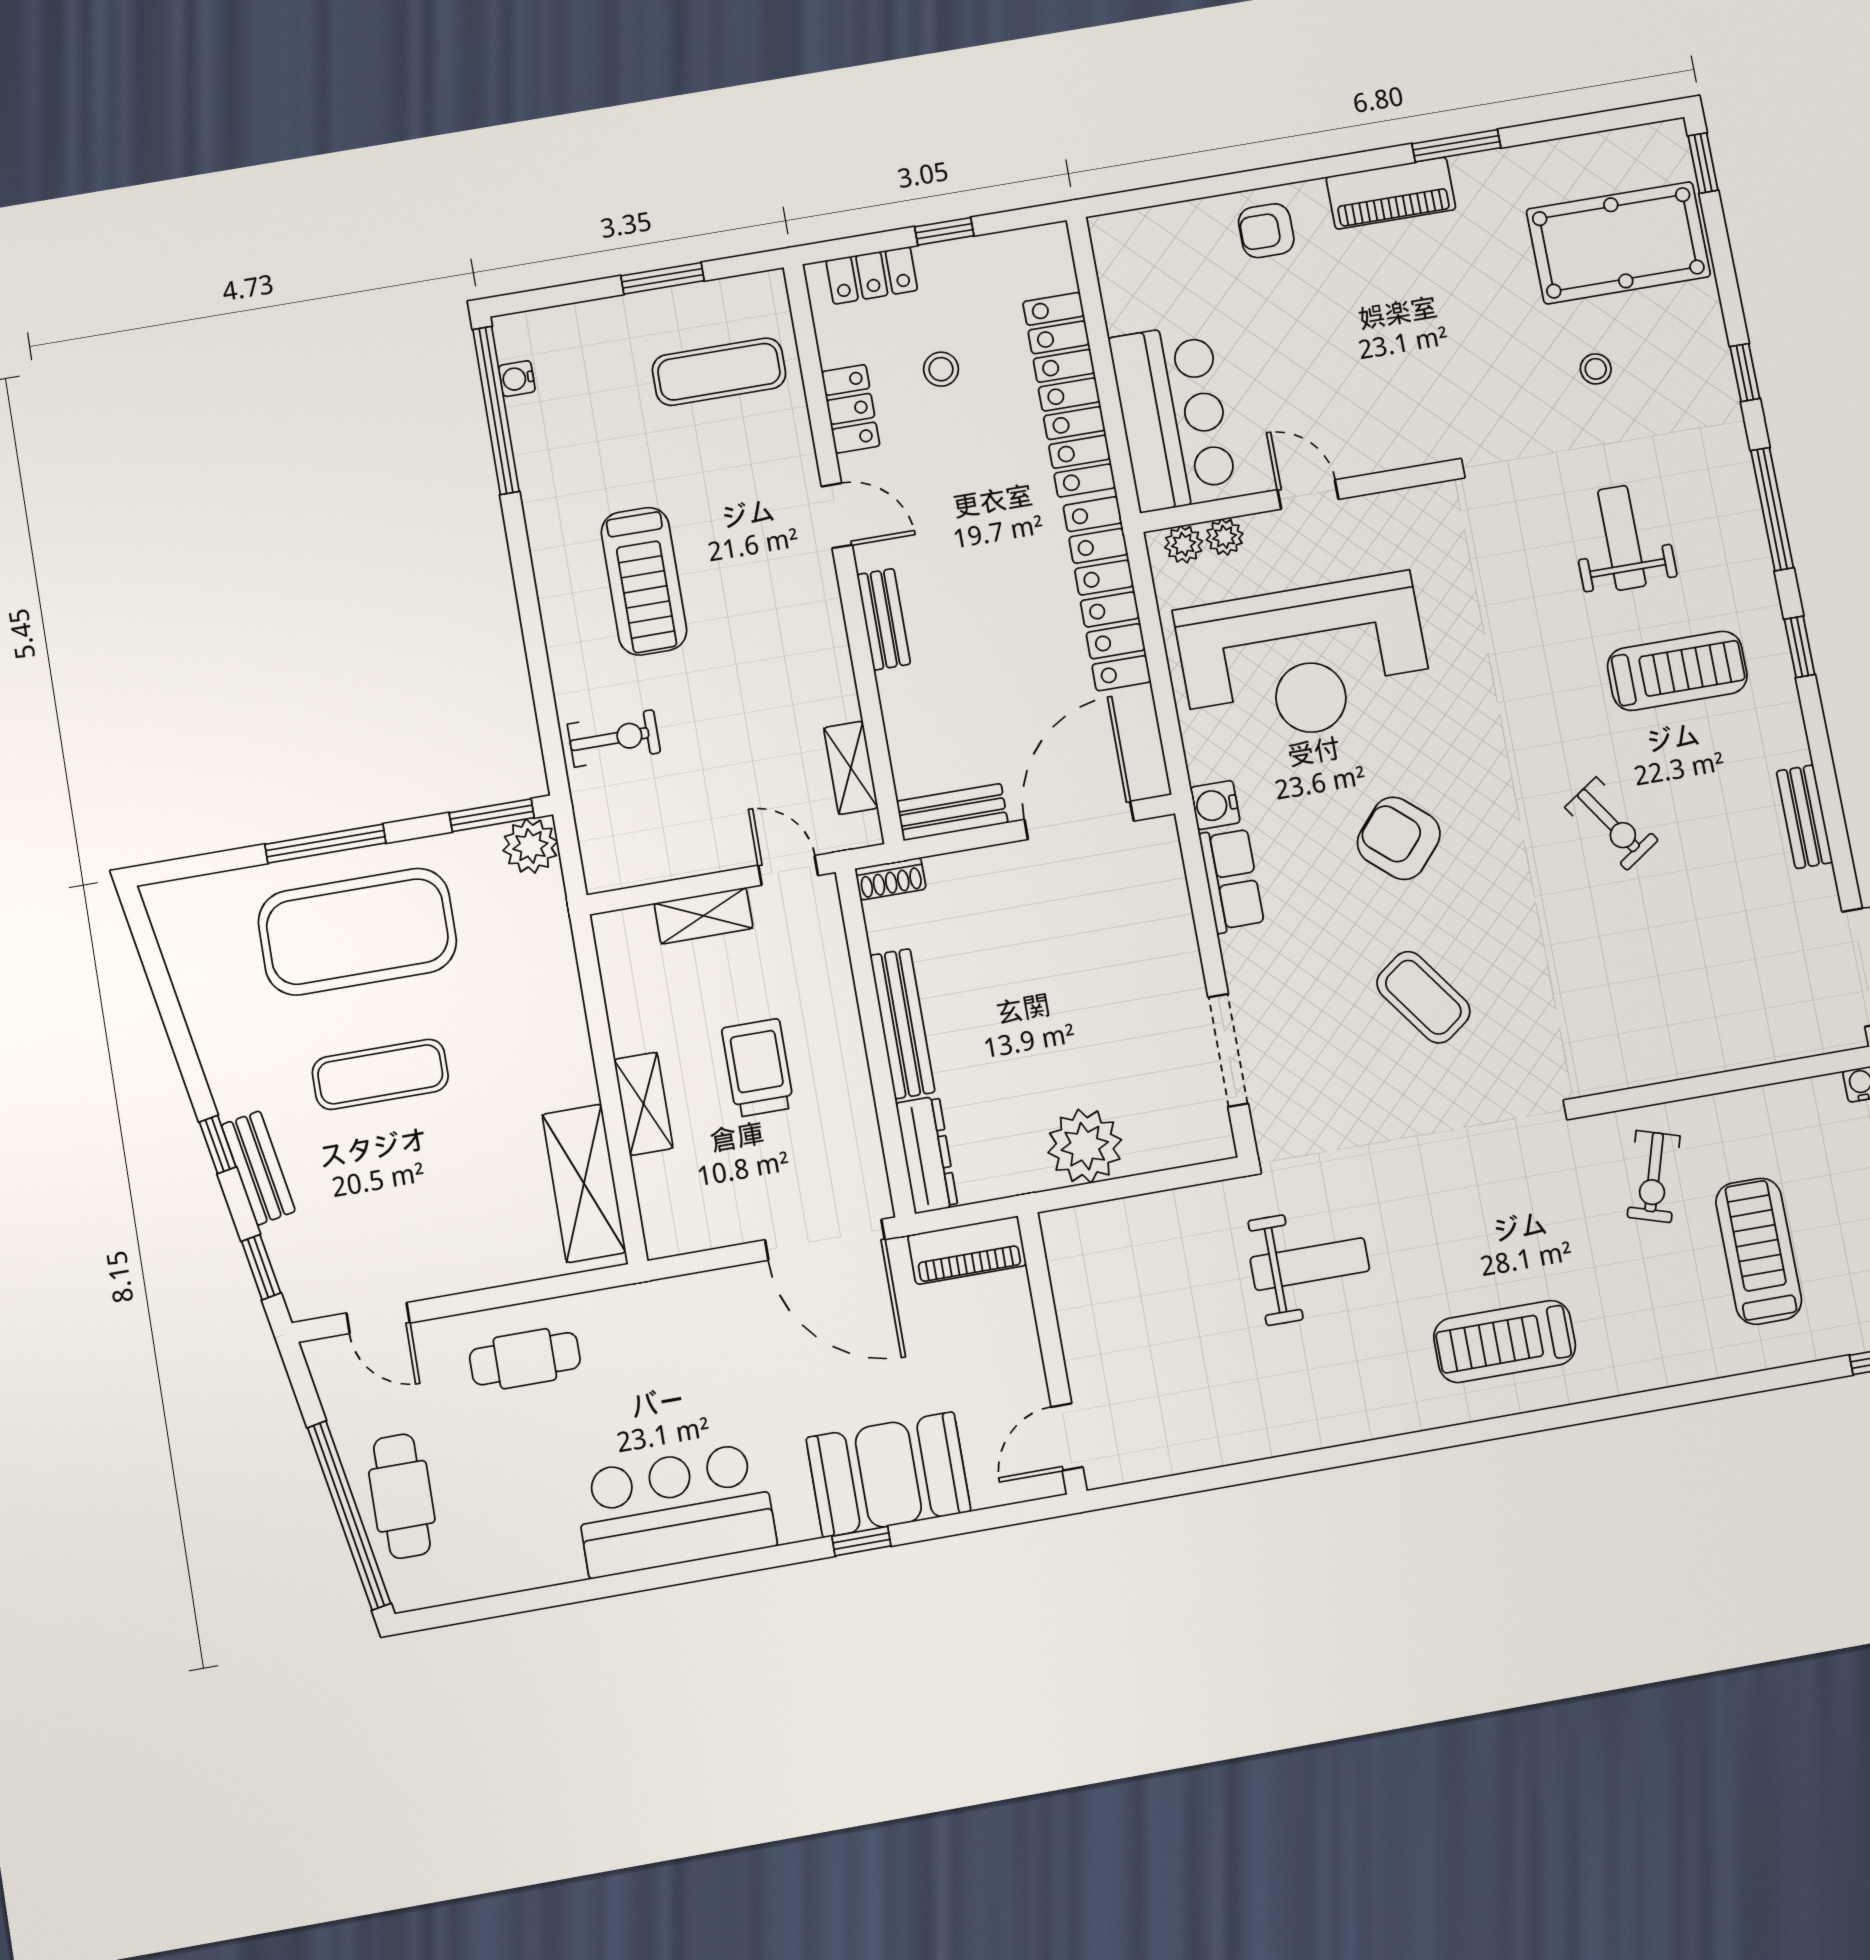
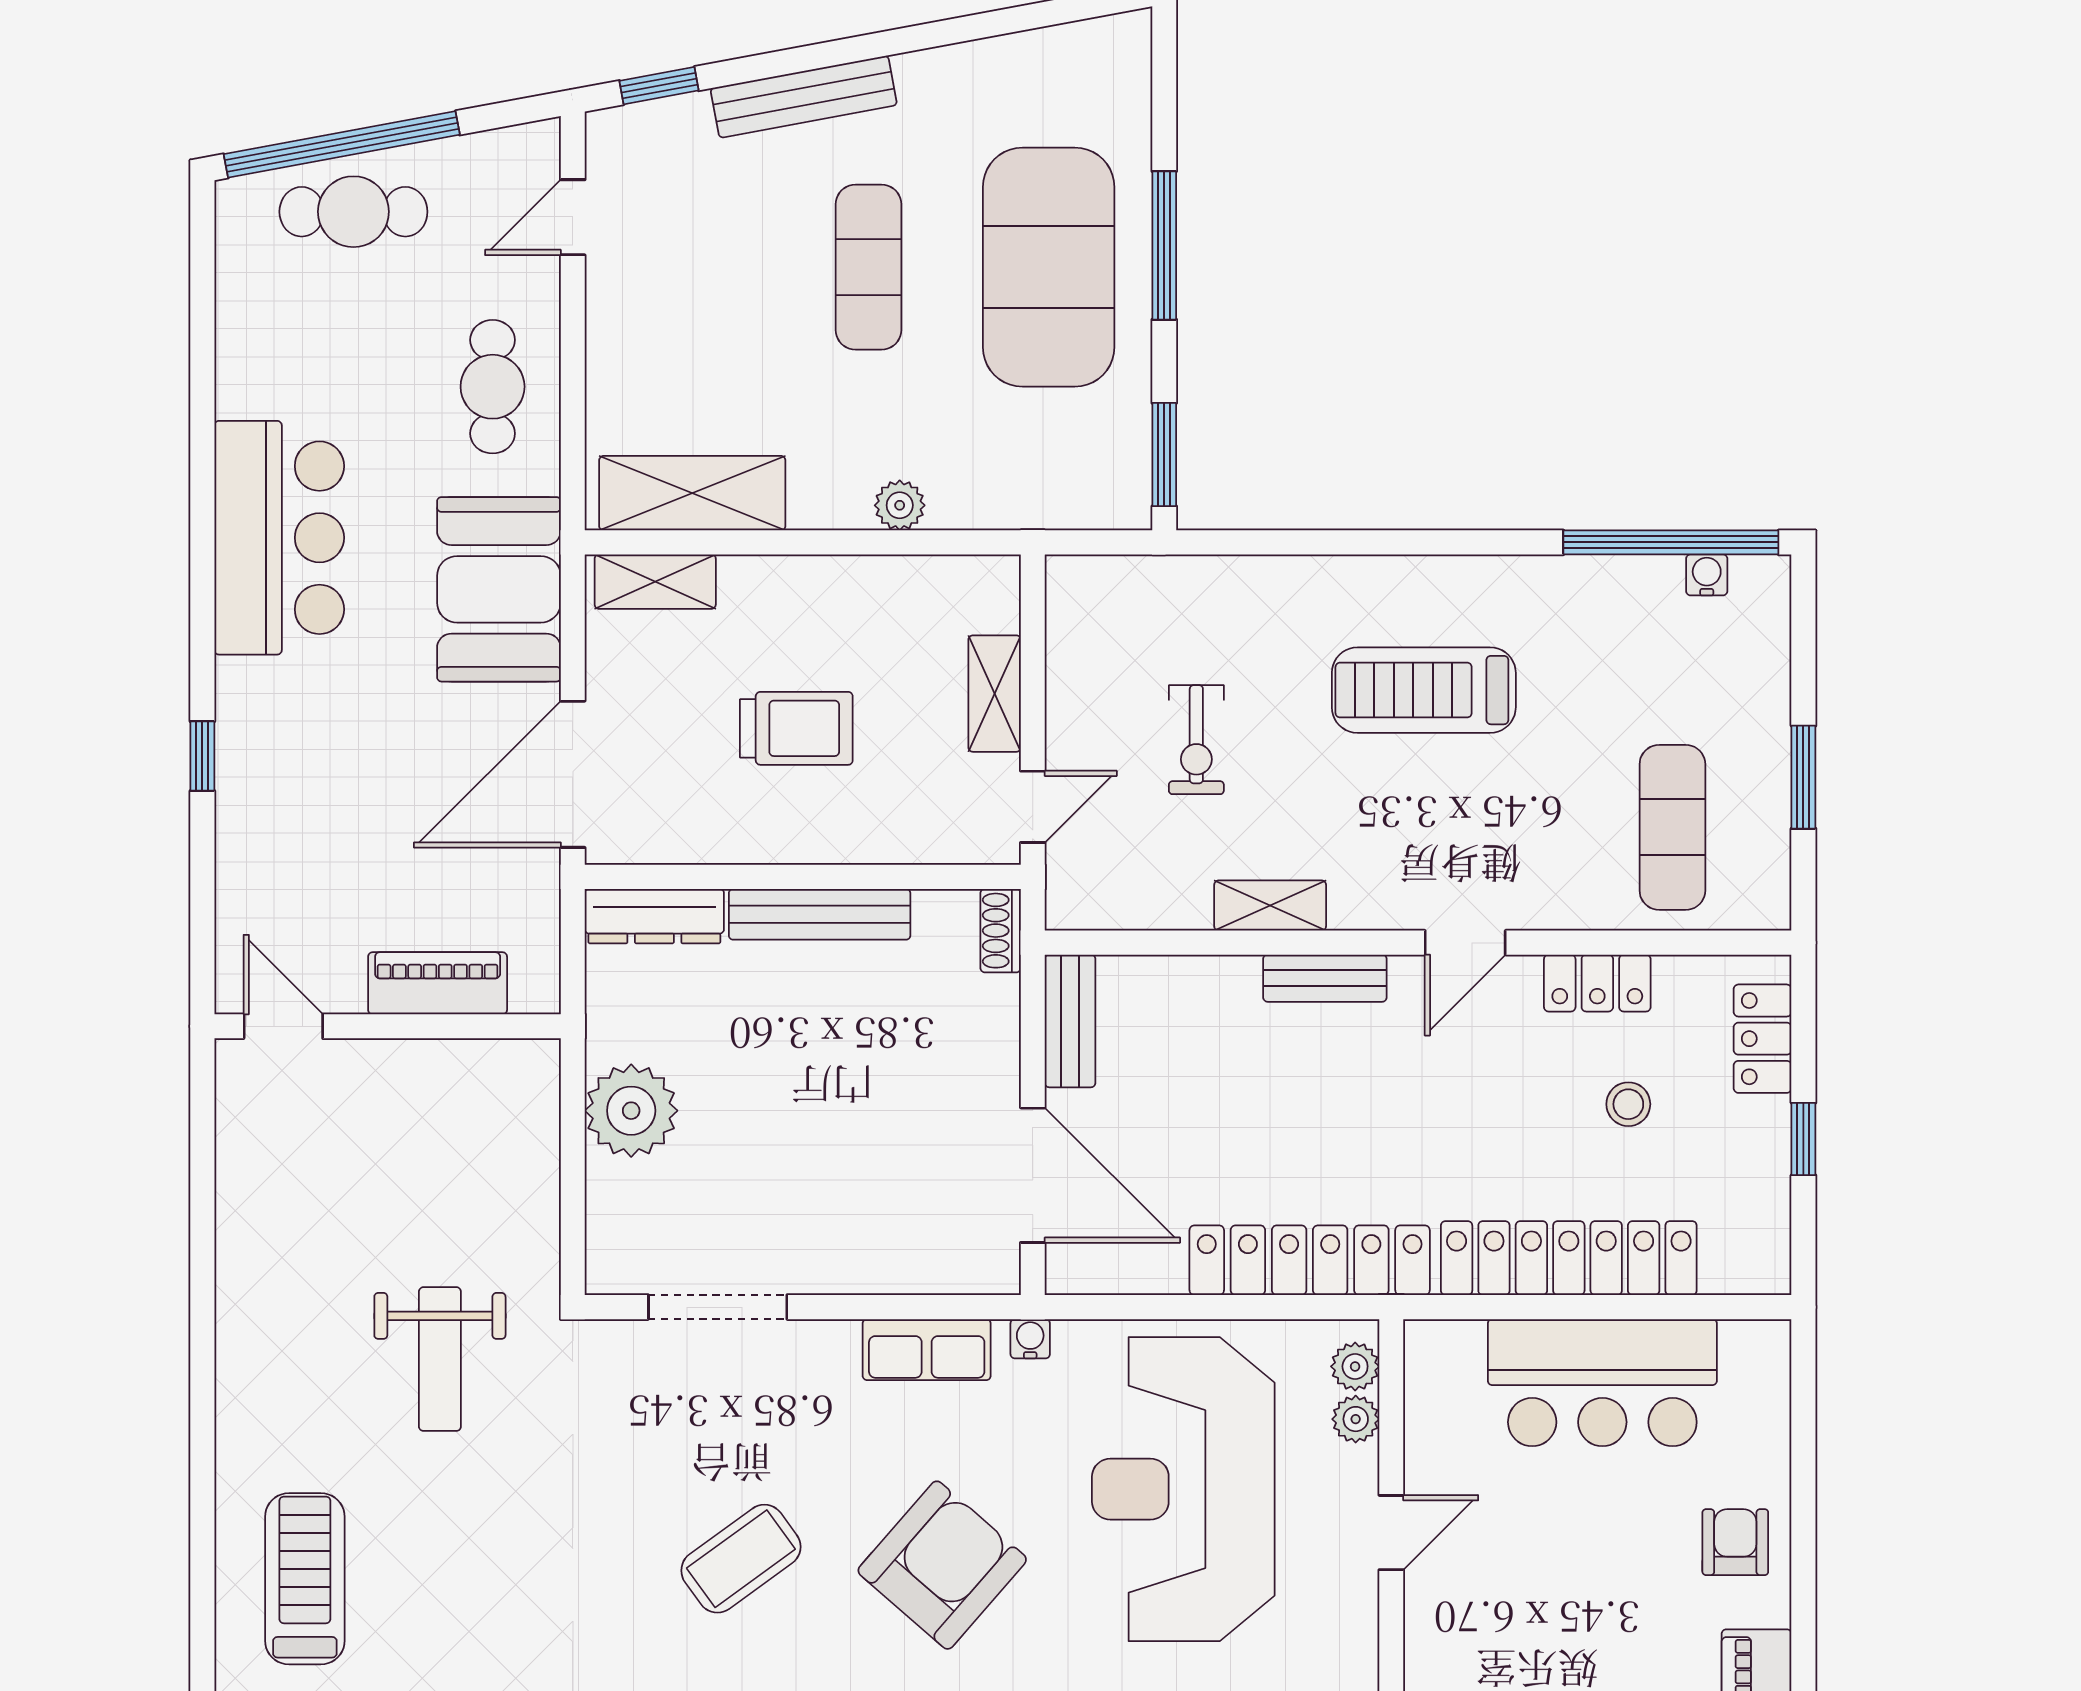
bar counter: (1173, 417) -> (1602, 1383), moved
exercise bike: (614, 738) -> (1196, 740), moved
shelving: (851, 768) -> (1270, 906), moved
water cooler: (1215, 805) -> (1030, 1339), width x0.72, depth x0.72
armchair: (1399, 838) -> (942, 1565), width x1.36, depth x1.36
plant: (530, 846) -> (900, 505), moved, width x0.73, depth x0.73
shelving: (643, 1104) -> (655, 582), moved
window: (218, 1144) -> (817, 56), removed
bench: (258, 1168) -> (804, 97), width x1.36
piano: (967, 1250) -> (438, 983), moved, turned 90
booth: (888, 1475) -> (499, 589), moved

